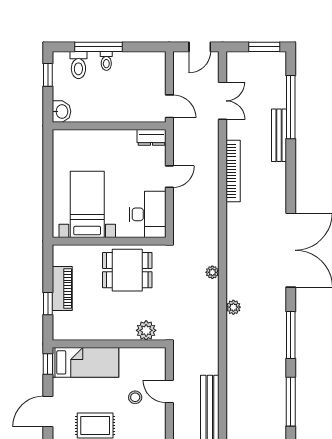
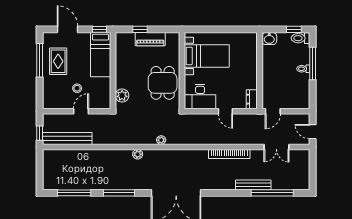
window: (264, 47) -> (313, 175), removed
toilet: (78, 65) -> (301, 38), moved

